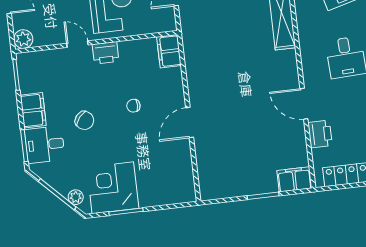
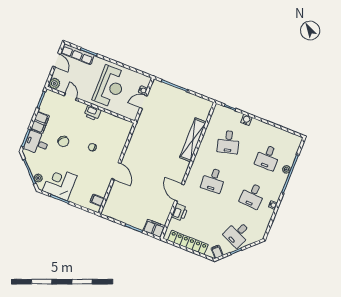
door: (77, 44) -> (70, 97), moved
filing cabinet: (169, 51) -> (97, 200), moved, width x0.50
door: (190, 123) -> (116, 171), swing flipped

